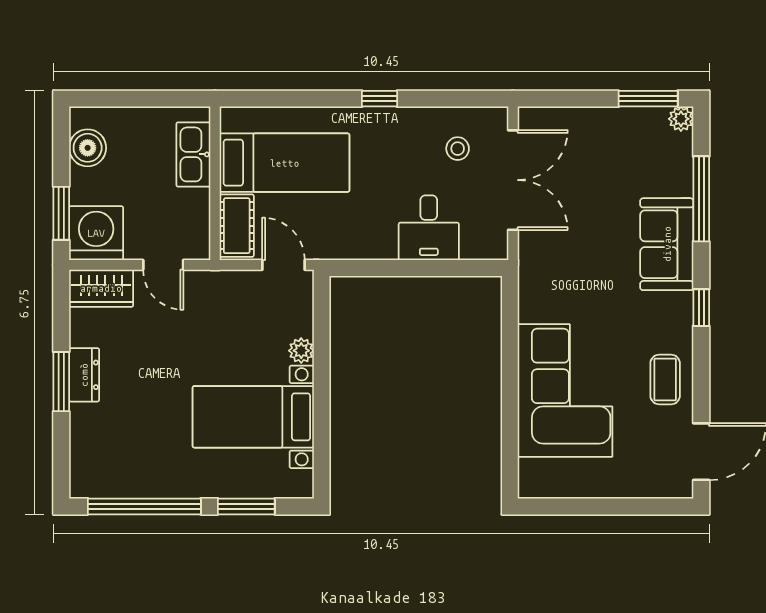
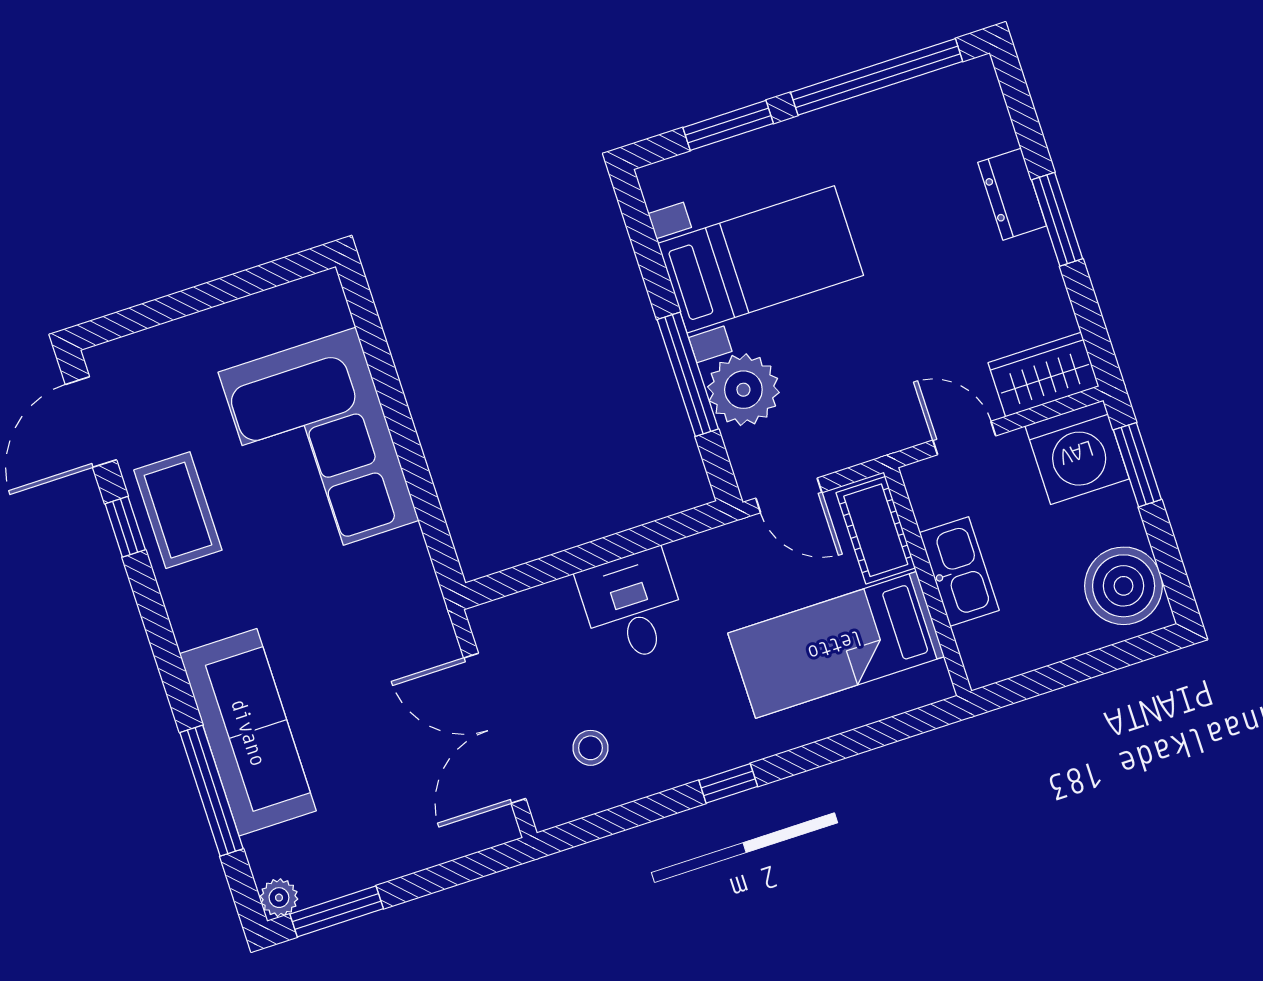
boiler: (88, 148) -> (1124, 586), width x1.37, depth x1.37
kitchen sink: (193, 154) -> (959, 571), moved
desk: (429, 228) -> (632, 606), moved
sofa: (667, 244) -> (248, 732), width x1.36
window: (701, 308) -> (125, 527), moved
plant: (301, 351) -> (743, 390), width x1.87, depth x1.87
window: (322, 360) -> (688, 374), added
dresser: (84, 375) -> (1012, 194), moved
coffee table: (665, 380) -> (178, 510), width x1.36, depth x1.30

